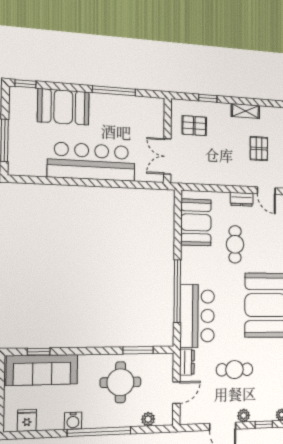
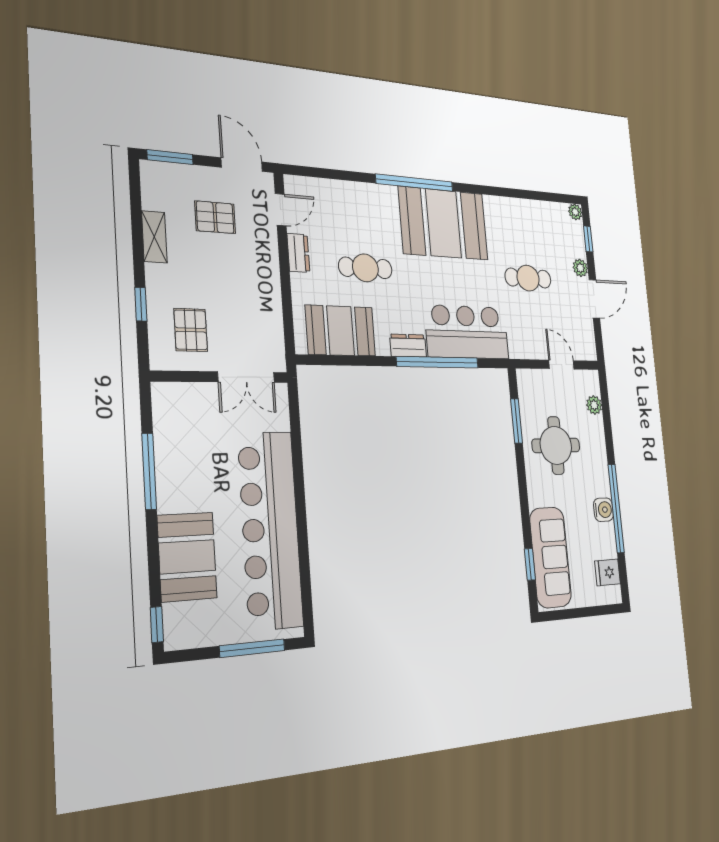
bar counter: (92, 162) -> (270, 530), width x1.36
dresser: (187, 362) -> (408, 346), moved
cafe table: (234, 370) -> (528, 278), turned 90
window: (99, 432) -> (616, 508), moved

